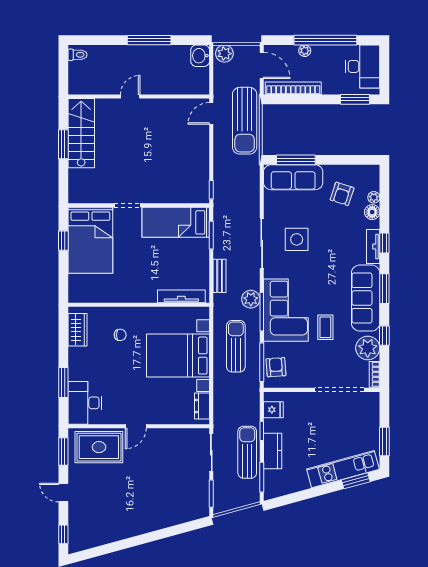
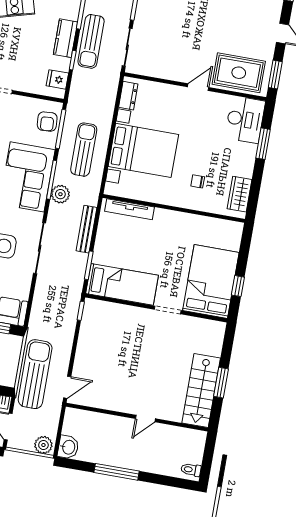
bench: (220, 276) -> (87, 229), width x1.36
sun lounger: (236, 346) -> (84, 150), turned 180

